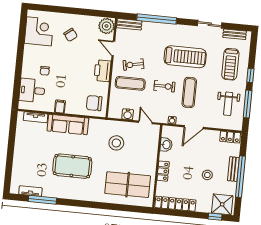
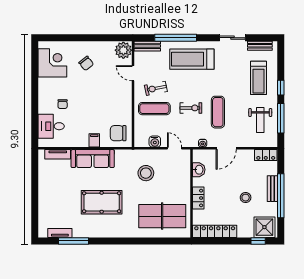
treadmill: (185, 57) -> (192, 59), moved, turned 180
printer: (102, 71) -> (124, 98), removed
filing cabinet: (60, 107) -> (94, 140), moved

